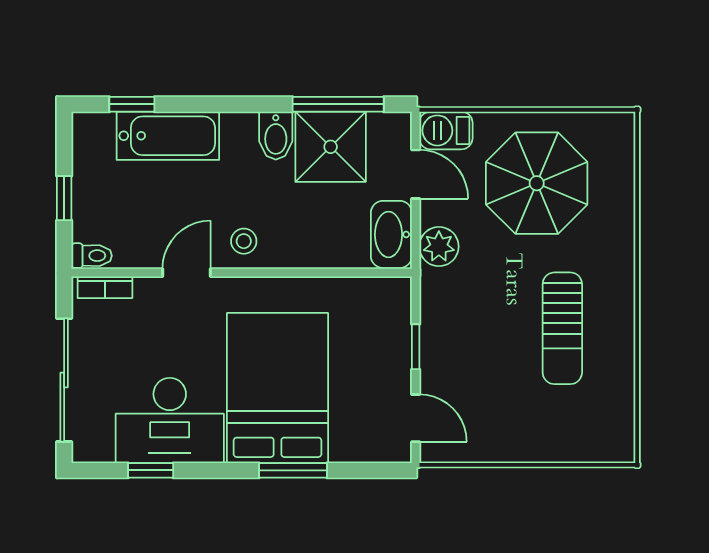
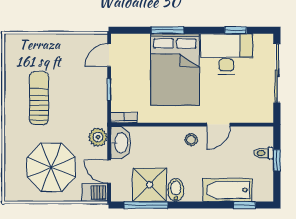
toilet: (92, 256) -> (264, 153), moved
bookcase: (105, 287) -> (124, 118), moved
door: (416, 418) -> (109, 55), hinge flipped

